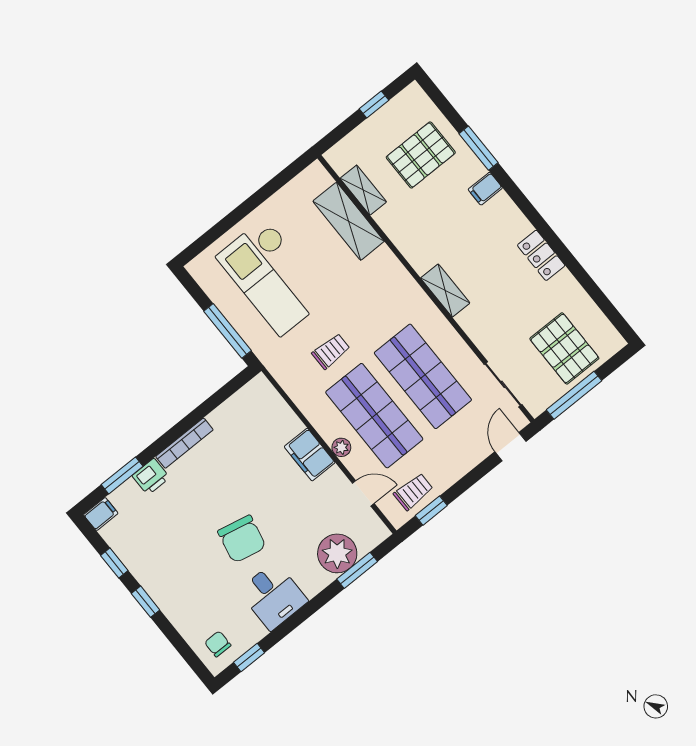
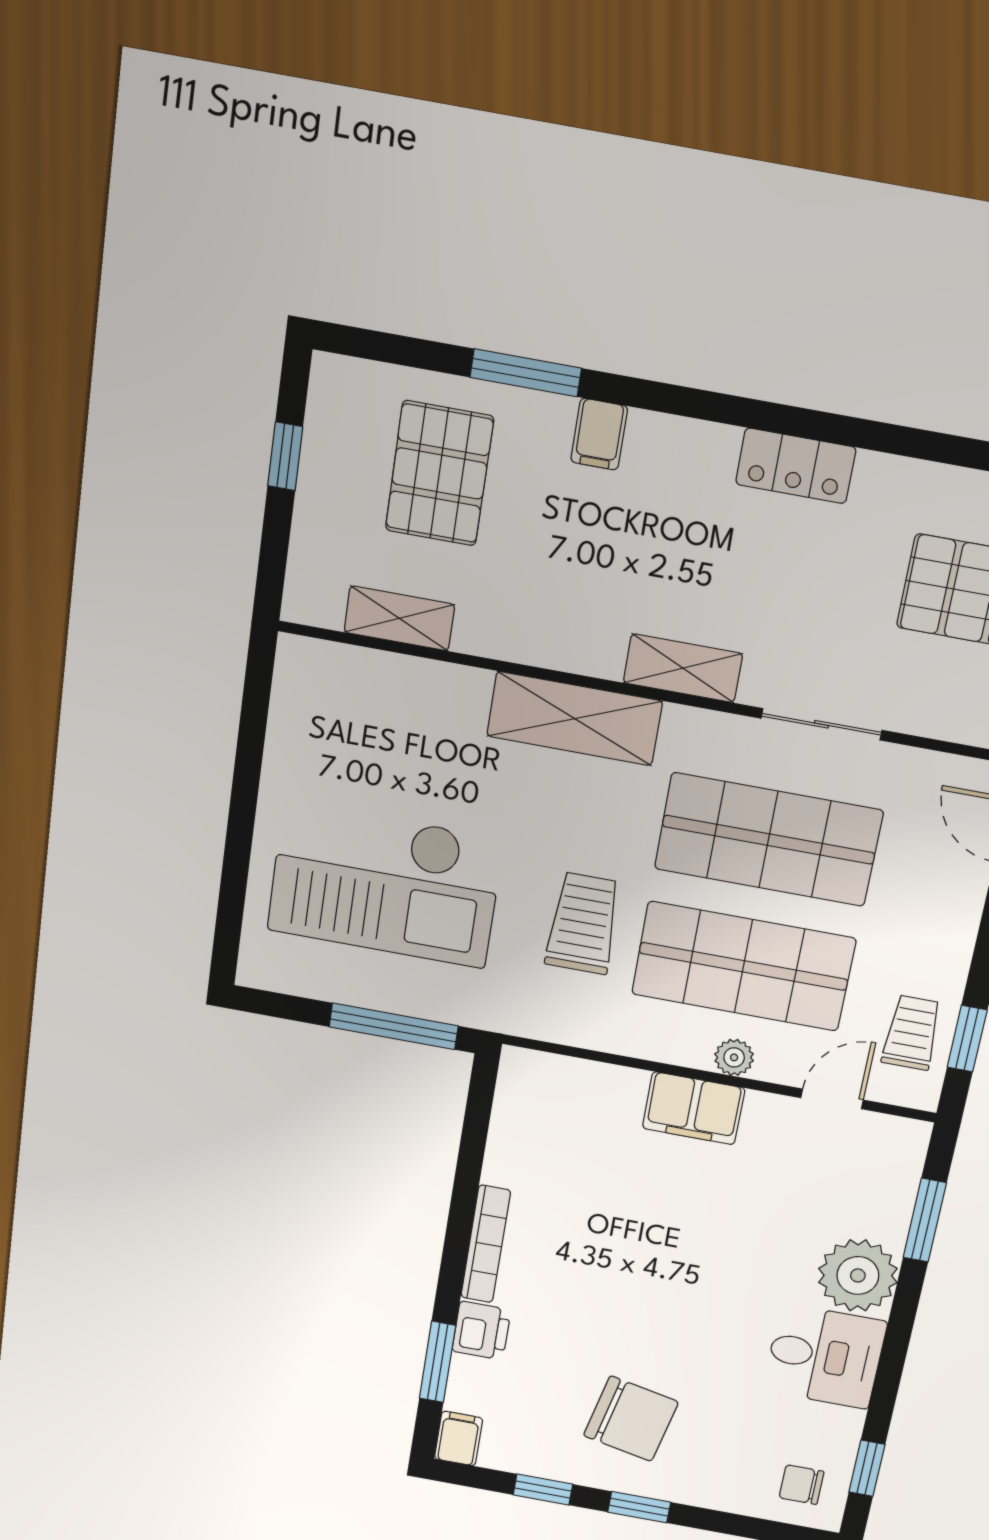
shelving: (349, 221) -> (574, 719), moved
trolley: (331, 351) -> (583, 923), width x1.36, depth x1.39
sliding door: (503, 384) -> (821, 724), moved
chair: (242, 539) -> (631, 1419), moved
plant: (337, 553) -> (858, 1275), moved

